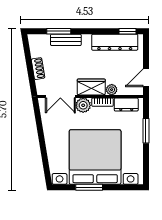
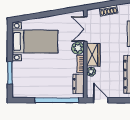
window: (146, 131) -> (57, 100), width x2.11
bed with nightstands: (95, 157) -> (35, 42), width x0.54
window: (89, 187) -> (10, 73), moved

